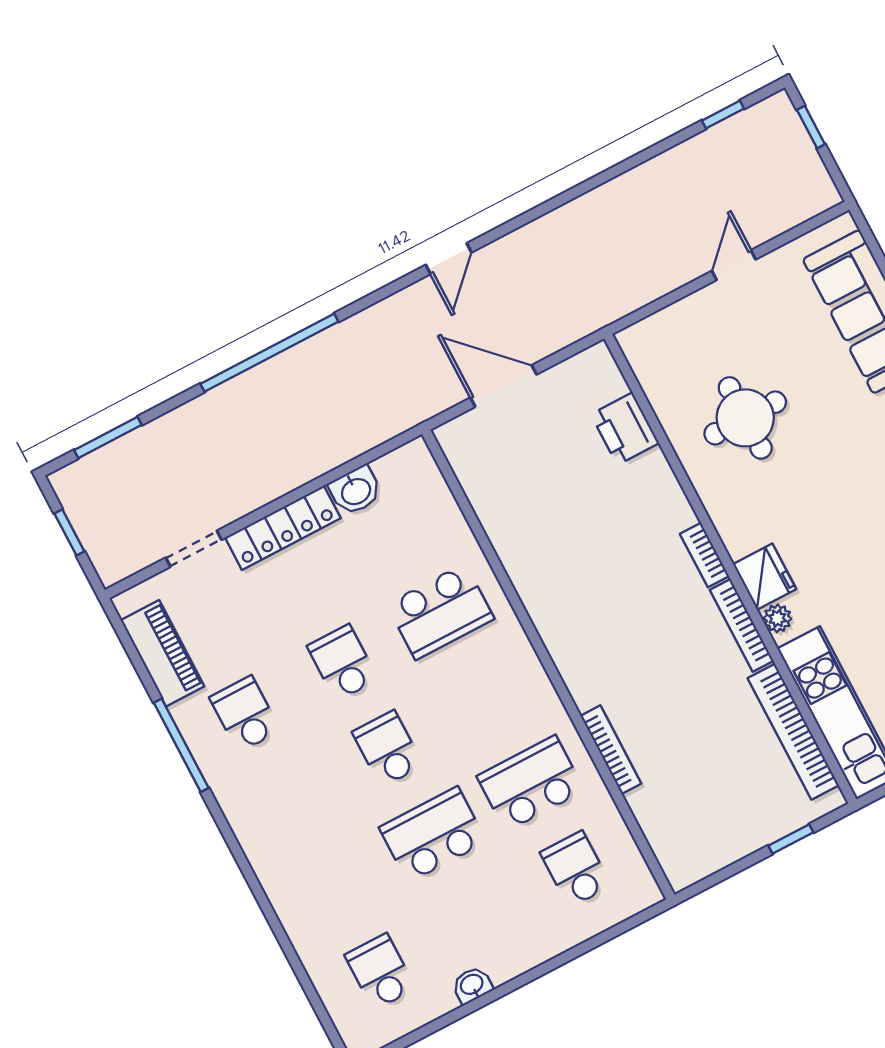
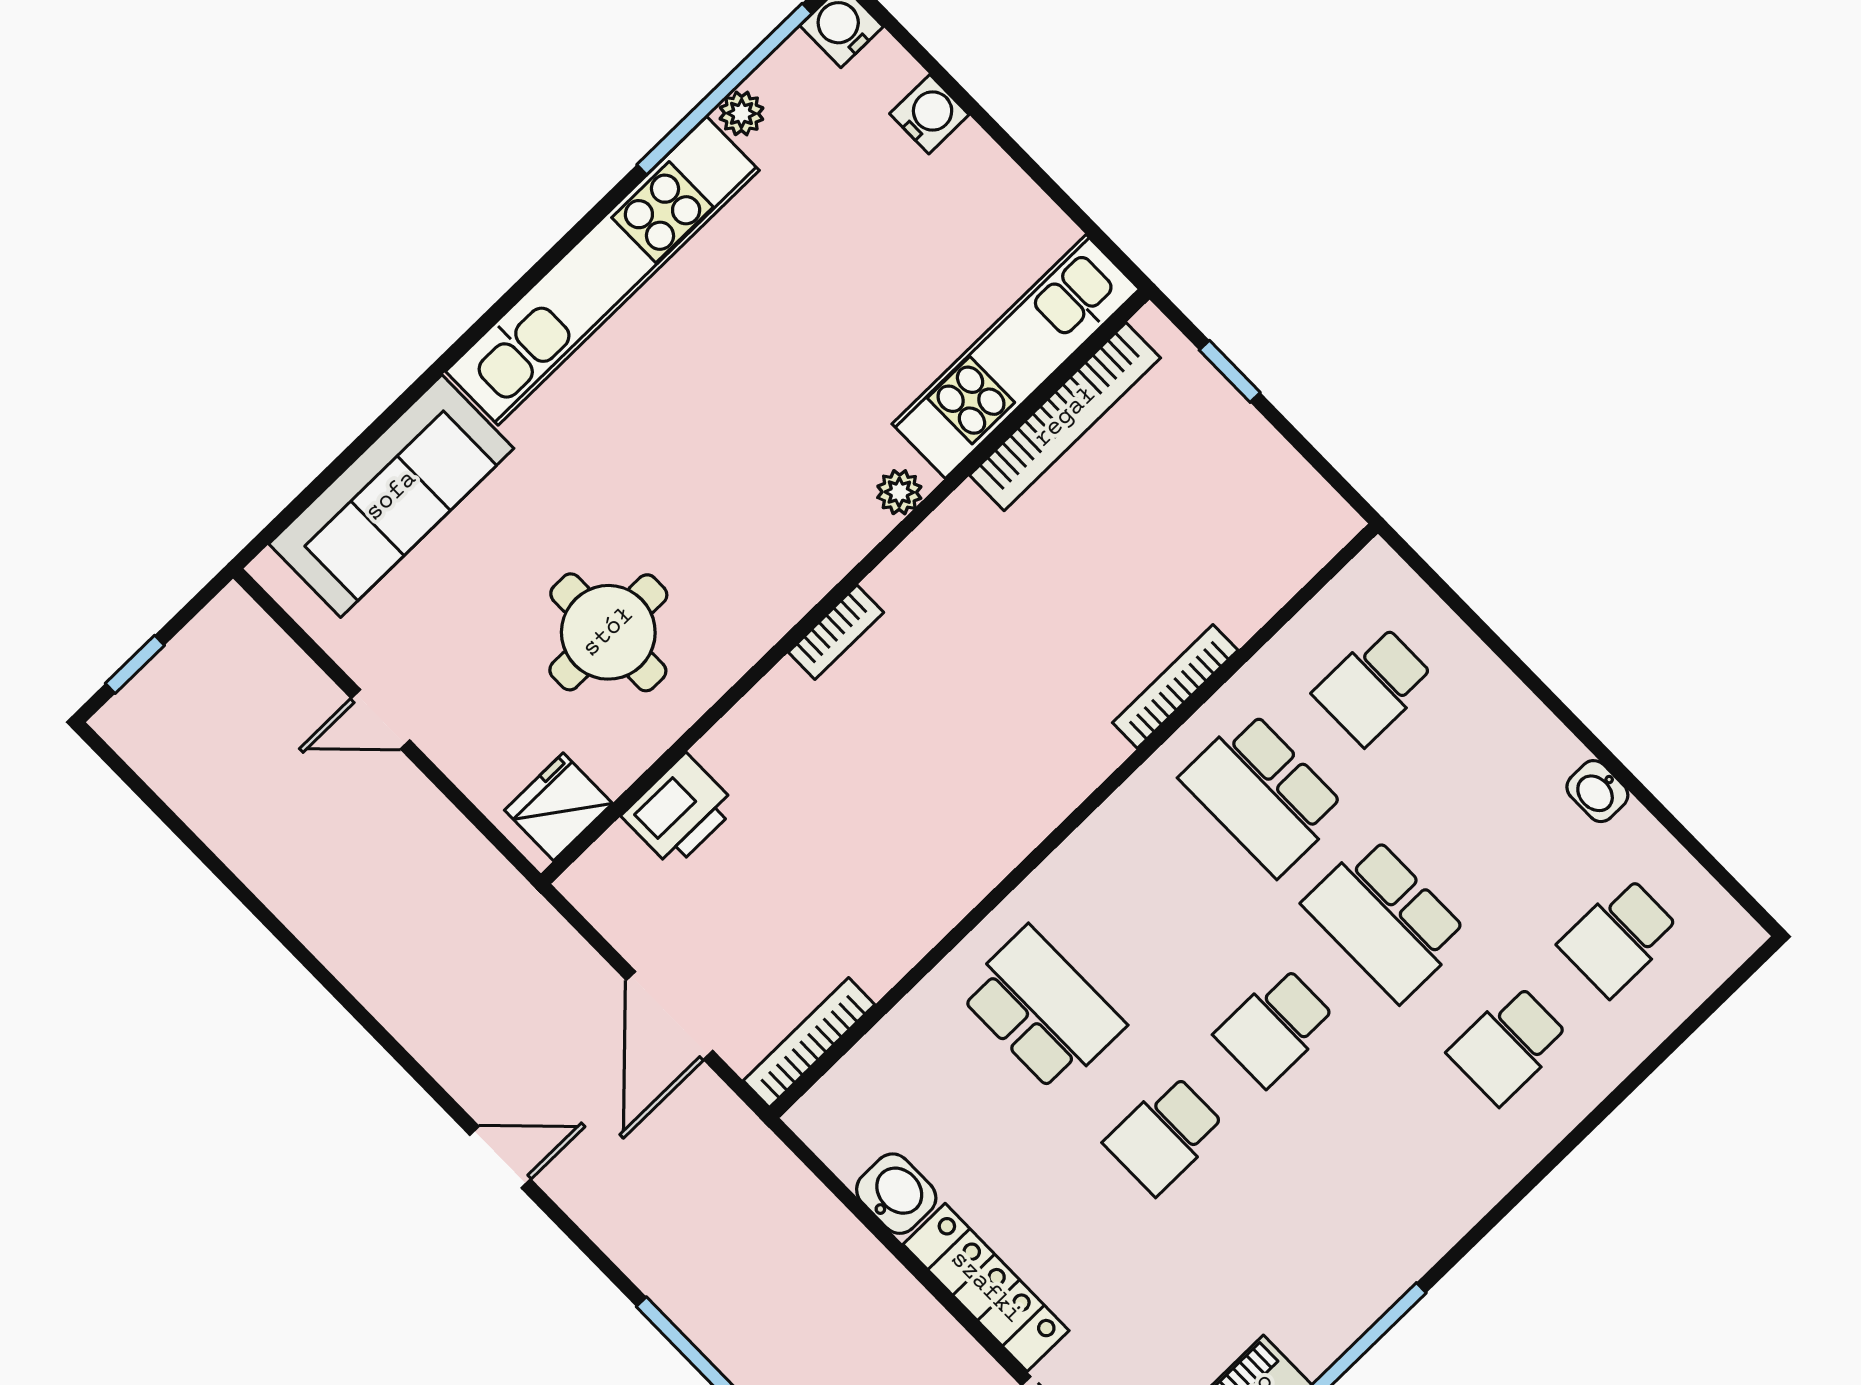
window: (723, 115) -> (156, 804), removed
fridge: (765, 577) -> (558, 807), moved
bookcase: (742, 625) -> (809, 1043), moved, turned 180
school desk: (245, 714) -> (1508, 1045), moved

